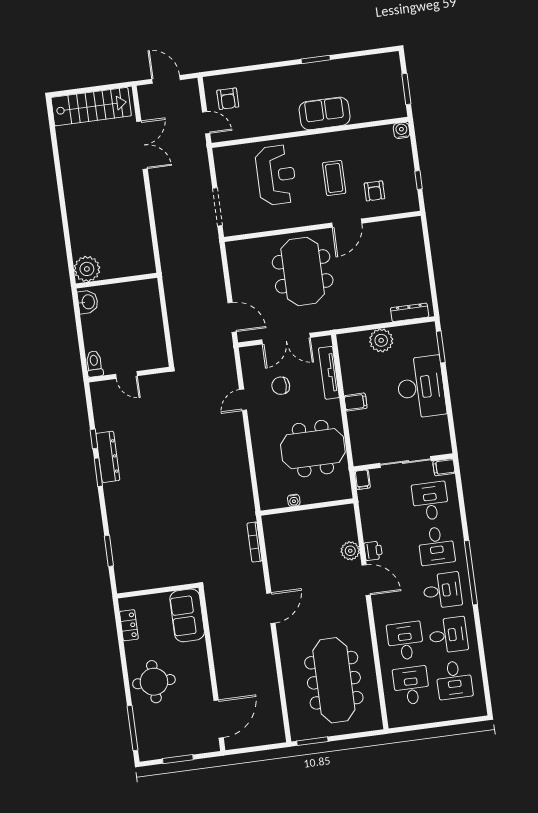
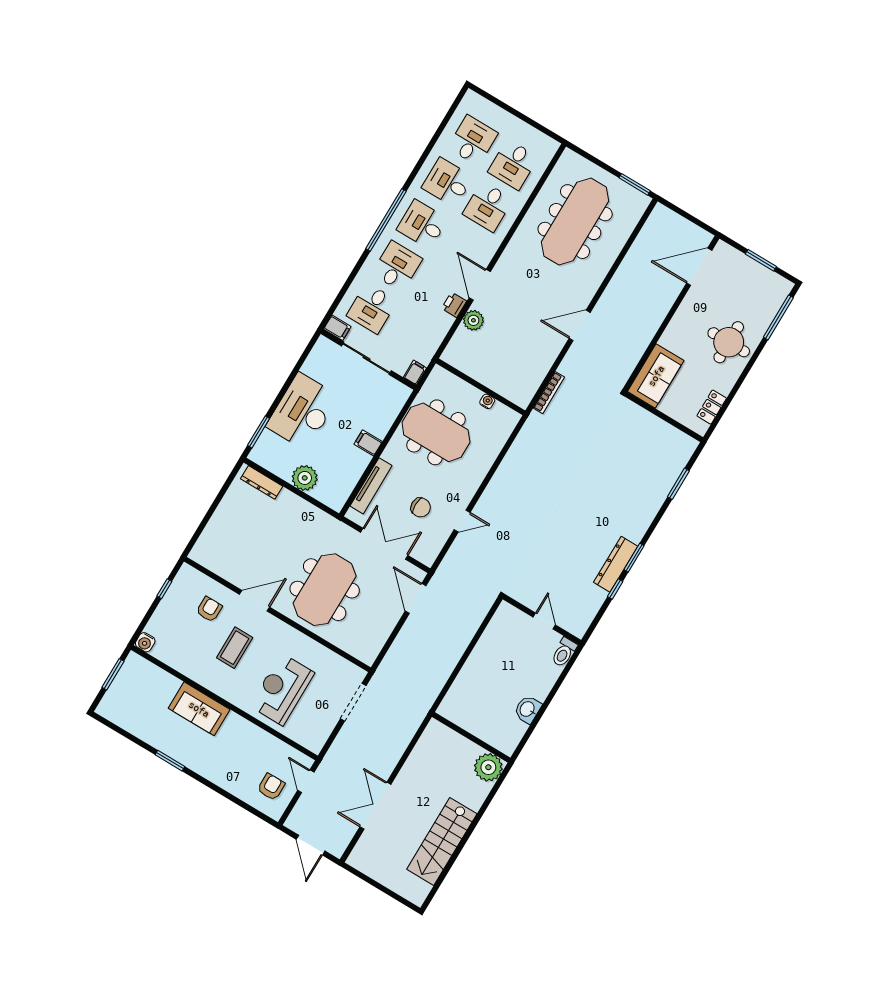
stairs: (91, 107) -> (442, 841), moved, turned -90
plant: (87, 269) -> (488, 767), moved
wall: (116, 281) -> (471, 737), moved

